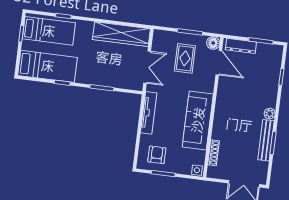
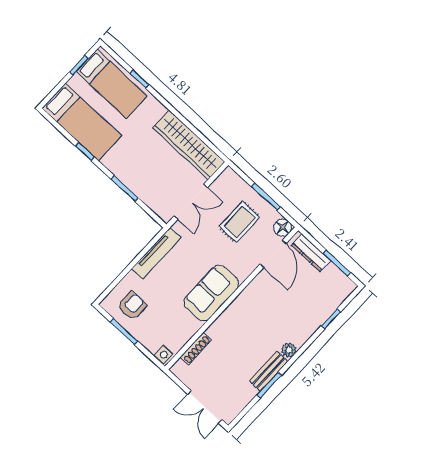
sofa: (198, 120) -> (211, 293), width x0.73
bench: (266, 140) -> (269, 371), width x0.73

